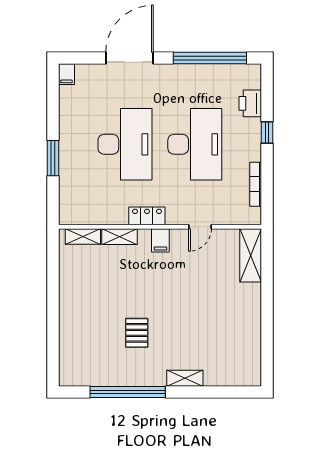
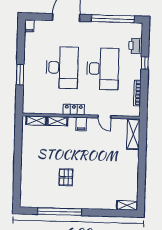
door: (200, 227) -> (104, 117), hinge flipped
shelving: (185, 378) -> (127, 205), moved

